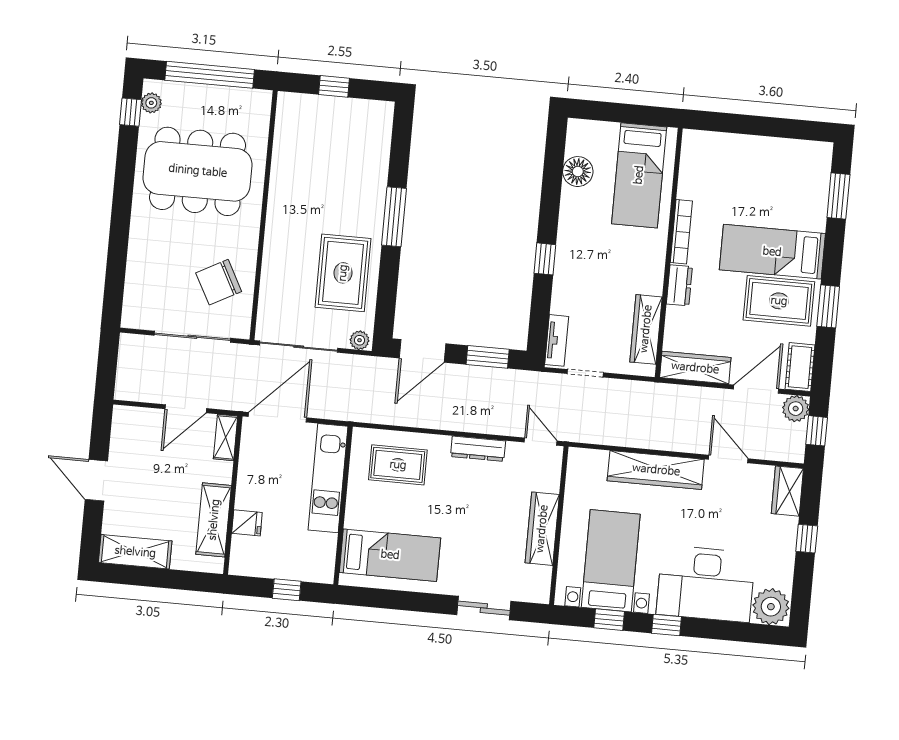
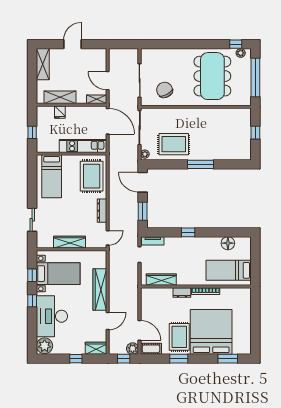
bed: (772, 252) -> (211, 332), width x2.04
wardrobe: (695, 368) -> (147, 303), removed
rug: (398, 465) -> (92, 176), width x1.36, depth x1.43

